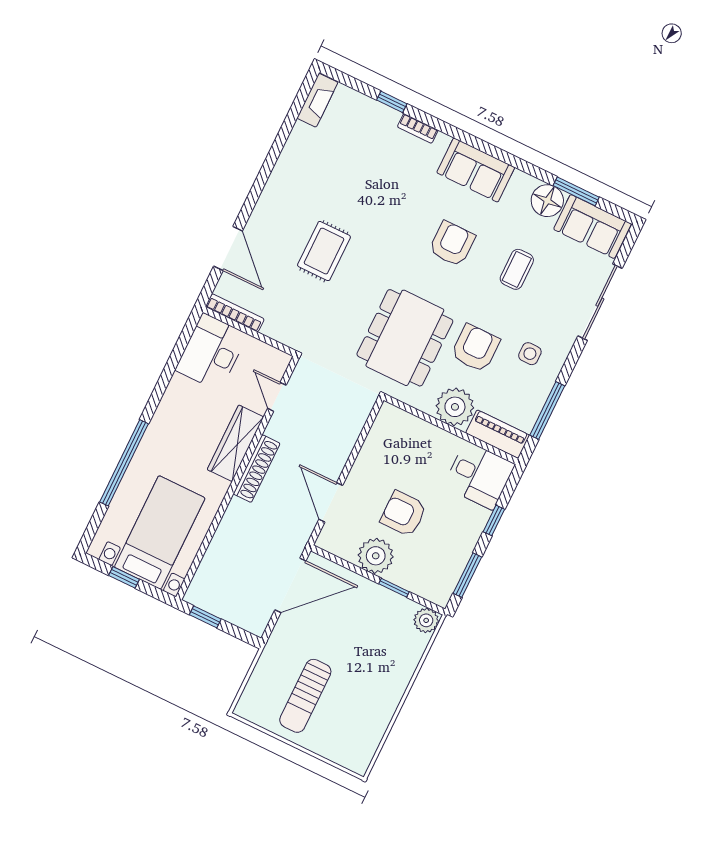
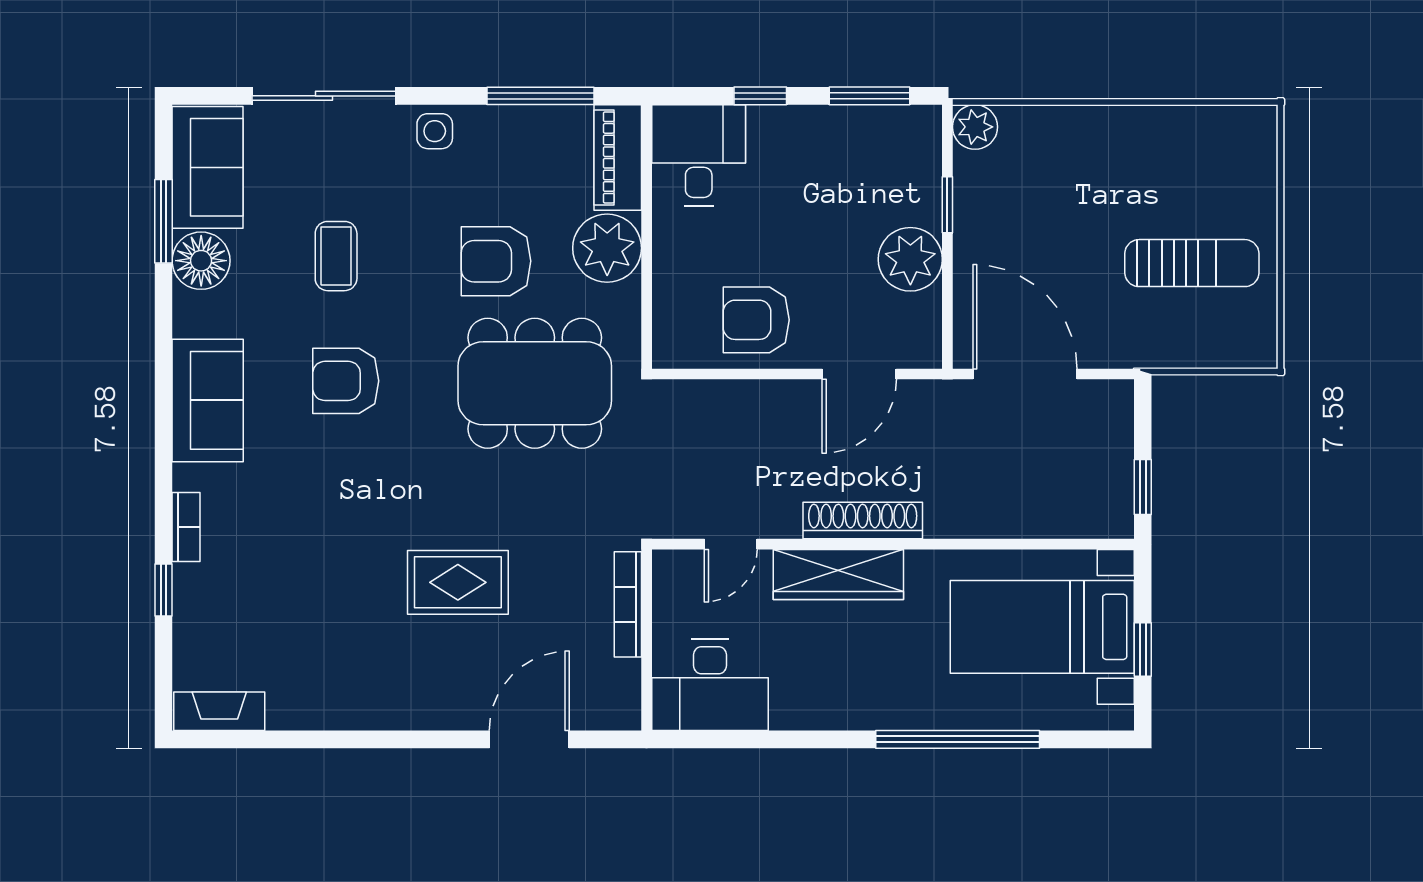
coffee table: (517, 269) -> (336, 256), turned 90
bookcase: (235, 313) -> (628, 604), moved
side table: (530, 354) -> (435, 131), moved
armchair: (404, 514) -> (756, 320), moved, turned 90

